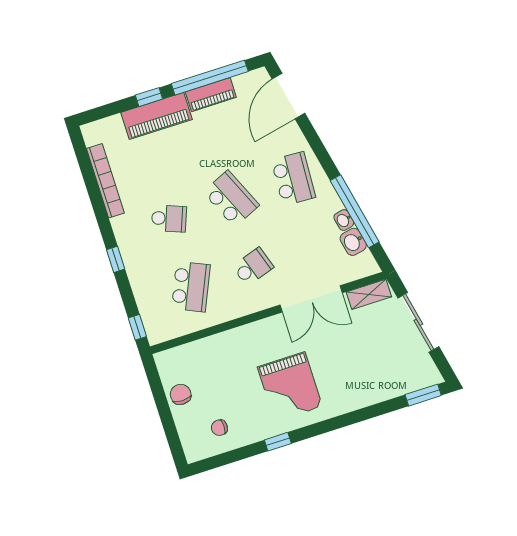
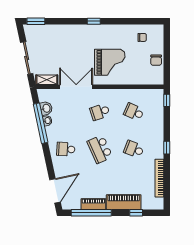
window: (149, 97) -> (136, 213), moved
school desk: (293, 179) -> (66, 149), width x0.54
window: (116, 259) -> (167, 148), moved
school desk: (191, 287) -> (134, 112), width x0.54
grand piano: (290, 387) -> (110, 62), moved, turned 90
window: (278, 442) -> (94, 21), moved

